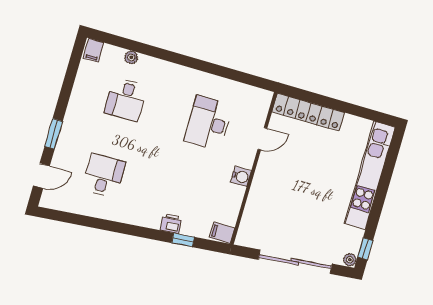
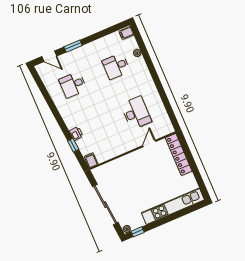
desk: (208, 123) -> (136, 113), turned 90
door: (262, 139) -> (149, 143), swing flipped
desk: (104, 175) -> (73, 85), turned 180
water cooler: (241, 177) -> (124, 148), removed

